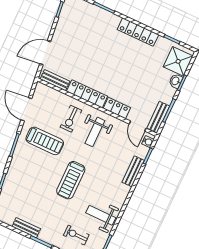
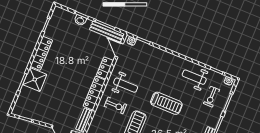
shower: (178, 61) -> (35, 80), moved
bench: (158, 117) -> (107, 32), width x1.36
door: (138, 126) -> (119, 50), swing flipped
bench: (133, 171) -> (157, 52), removed
weight bench: (101, 215) -> (194, 77), turned 90

